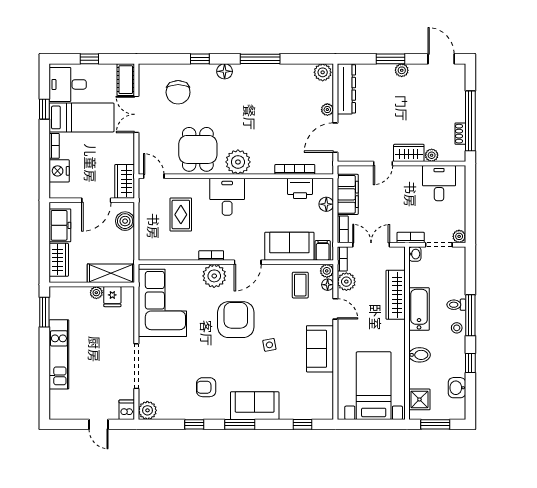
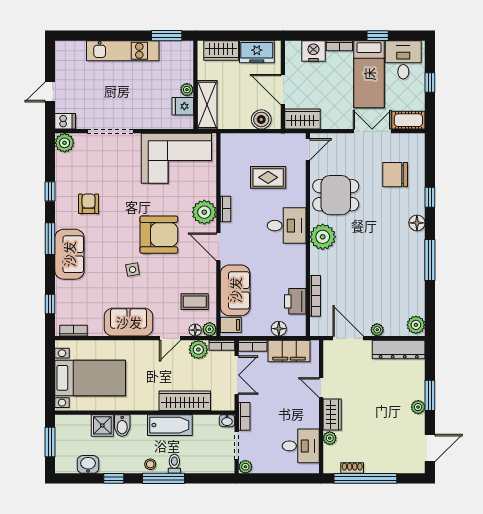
shower: (419, 399) -> (102, 425), moved
bookcase: (328, 402) -> (73, 331), added

